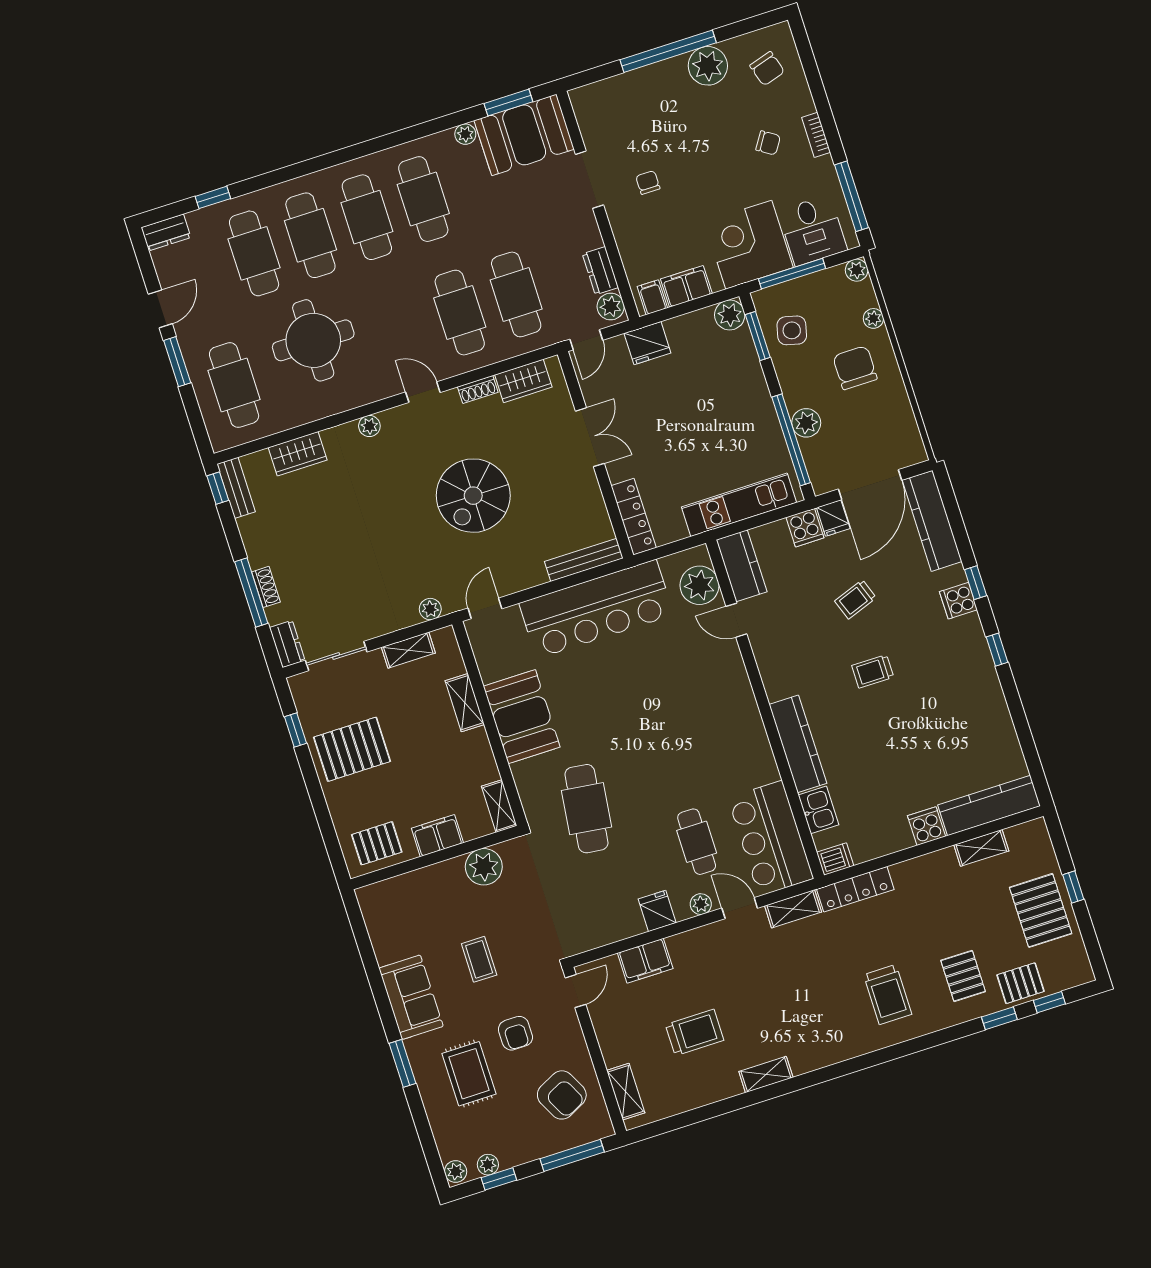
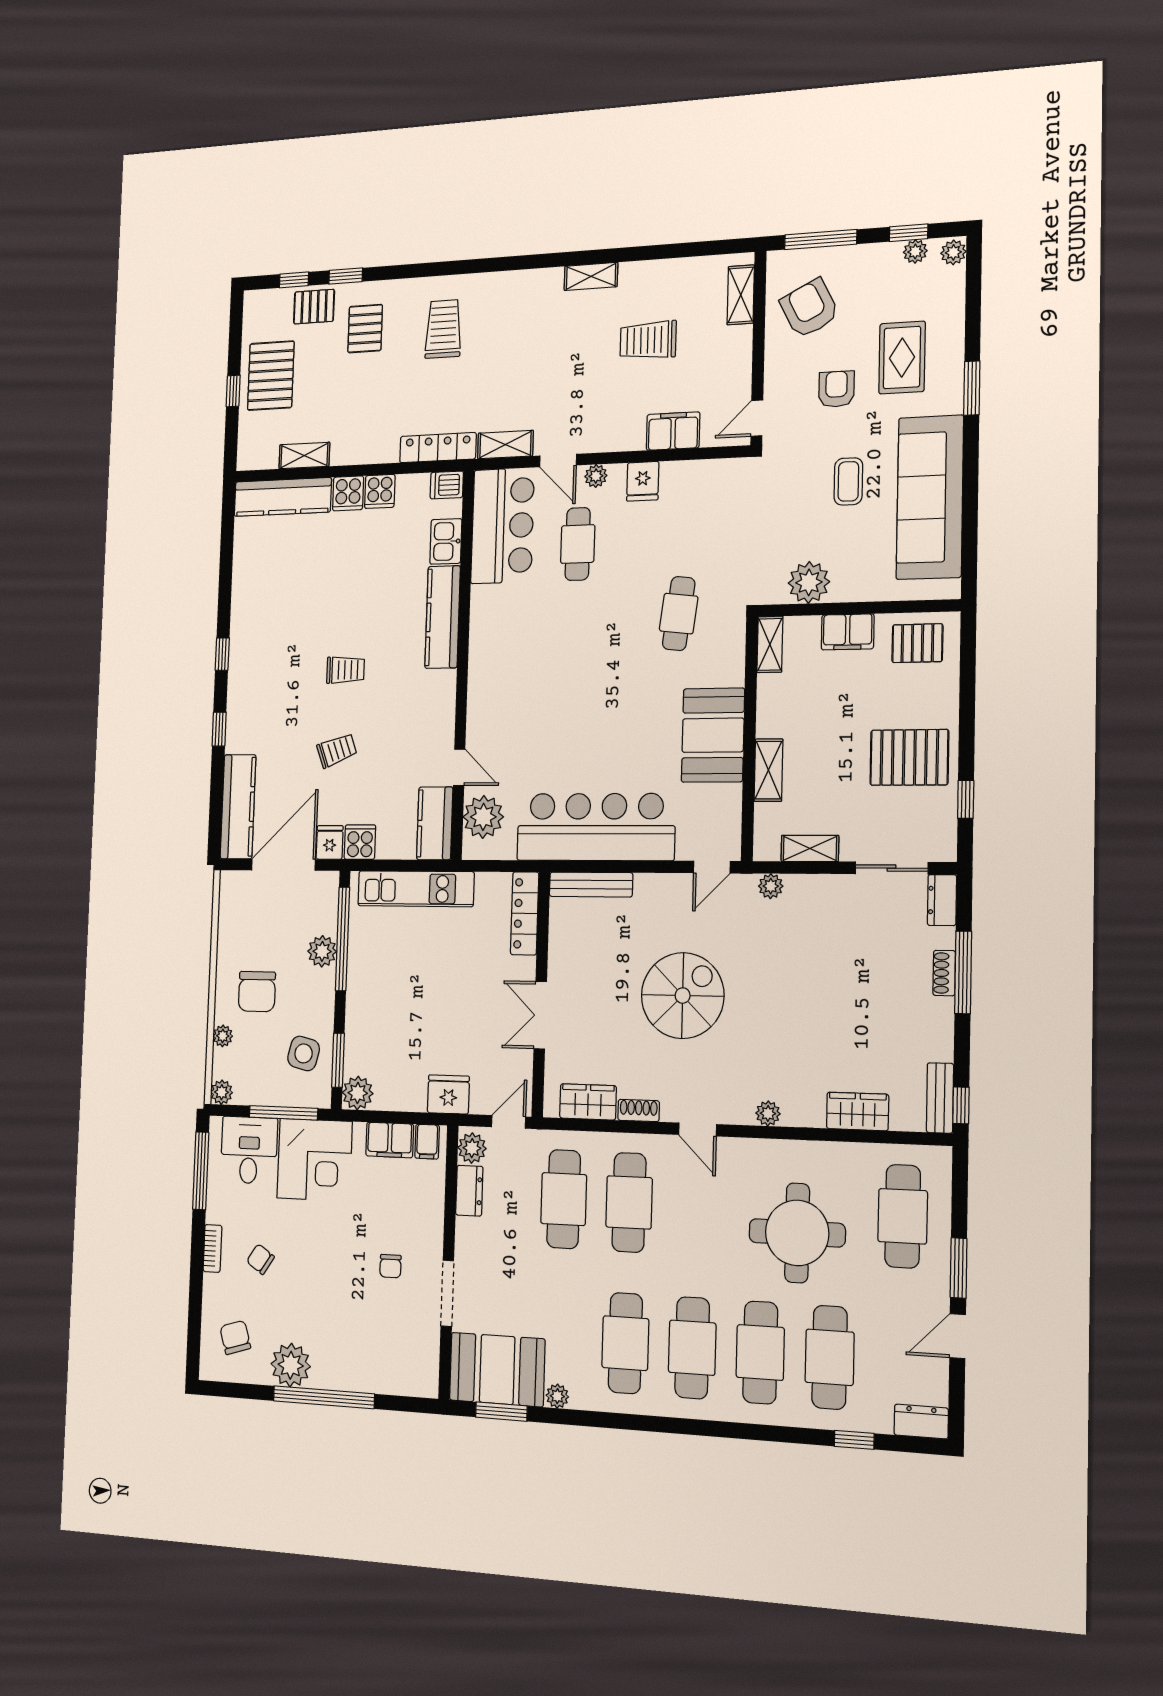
cooker: (958, 601) -> (380, 491), moved, turned 90
cafe table: (586, 809) -> (679, 614), width x0.73, depth x0.74
sofa: (411, 997) -> (930, 497), width x1.85, depth x1.27

